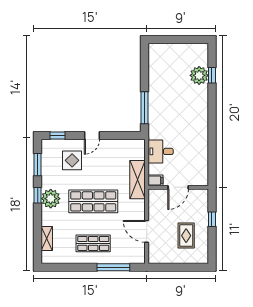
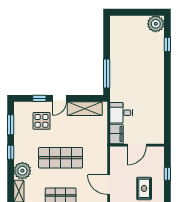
plant: (199, 75) -> (156, 24), moved
window: (58, 135) -> (39, 98), moved
shelving: (137, 180) -> (85, 109), moved, turned 90
filing cabinet: (155, 180) -> (116, 134), width x2.00
plant: (51, 199) -> (22, 171), moved

